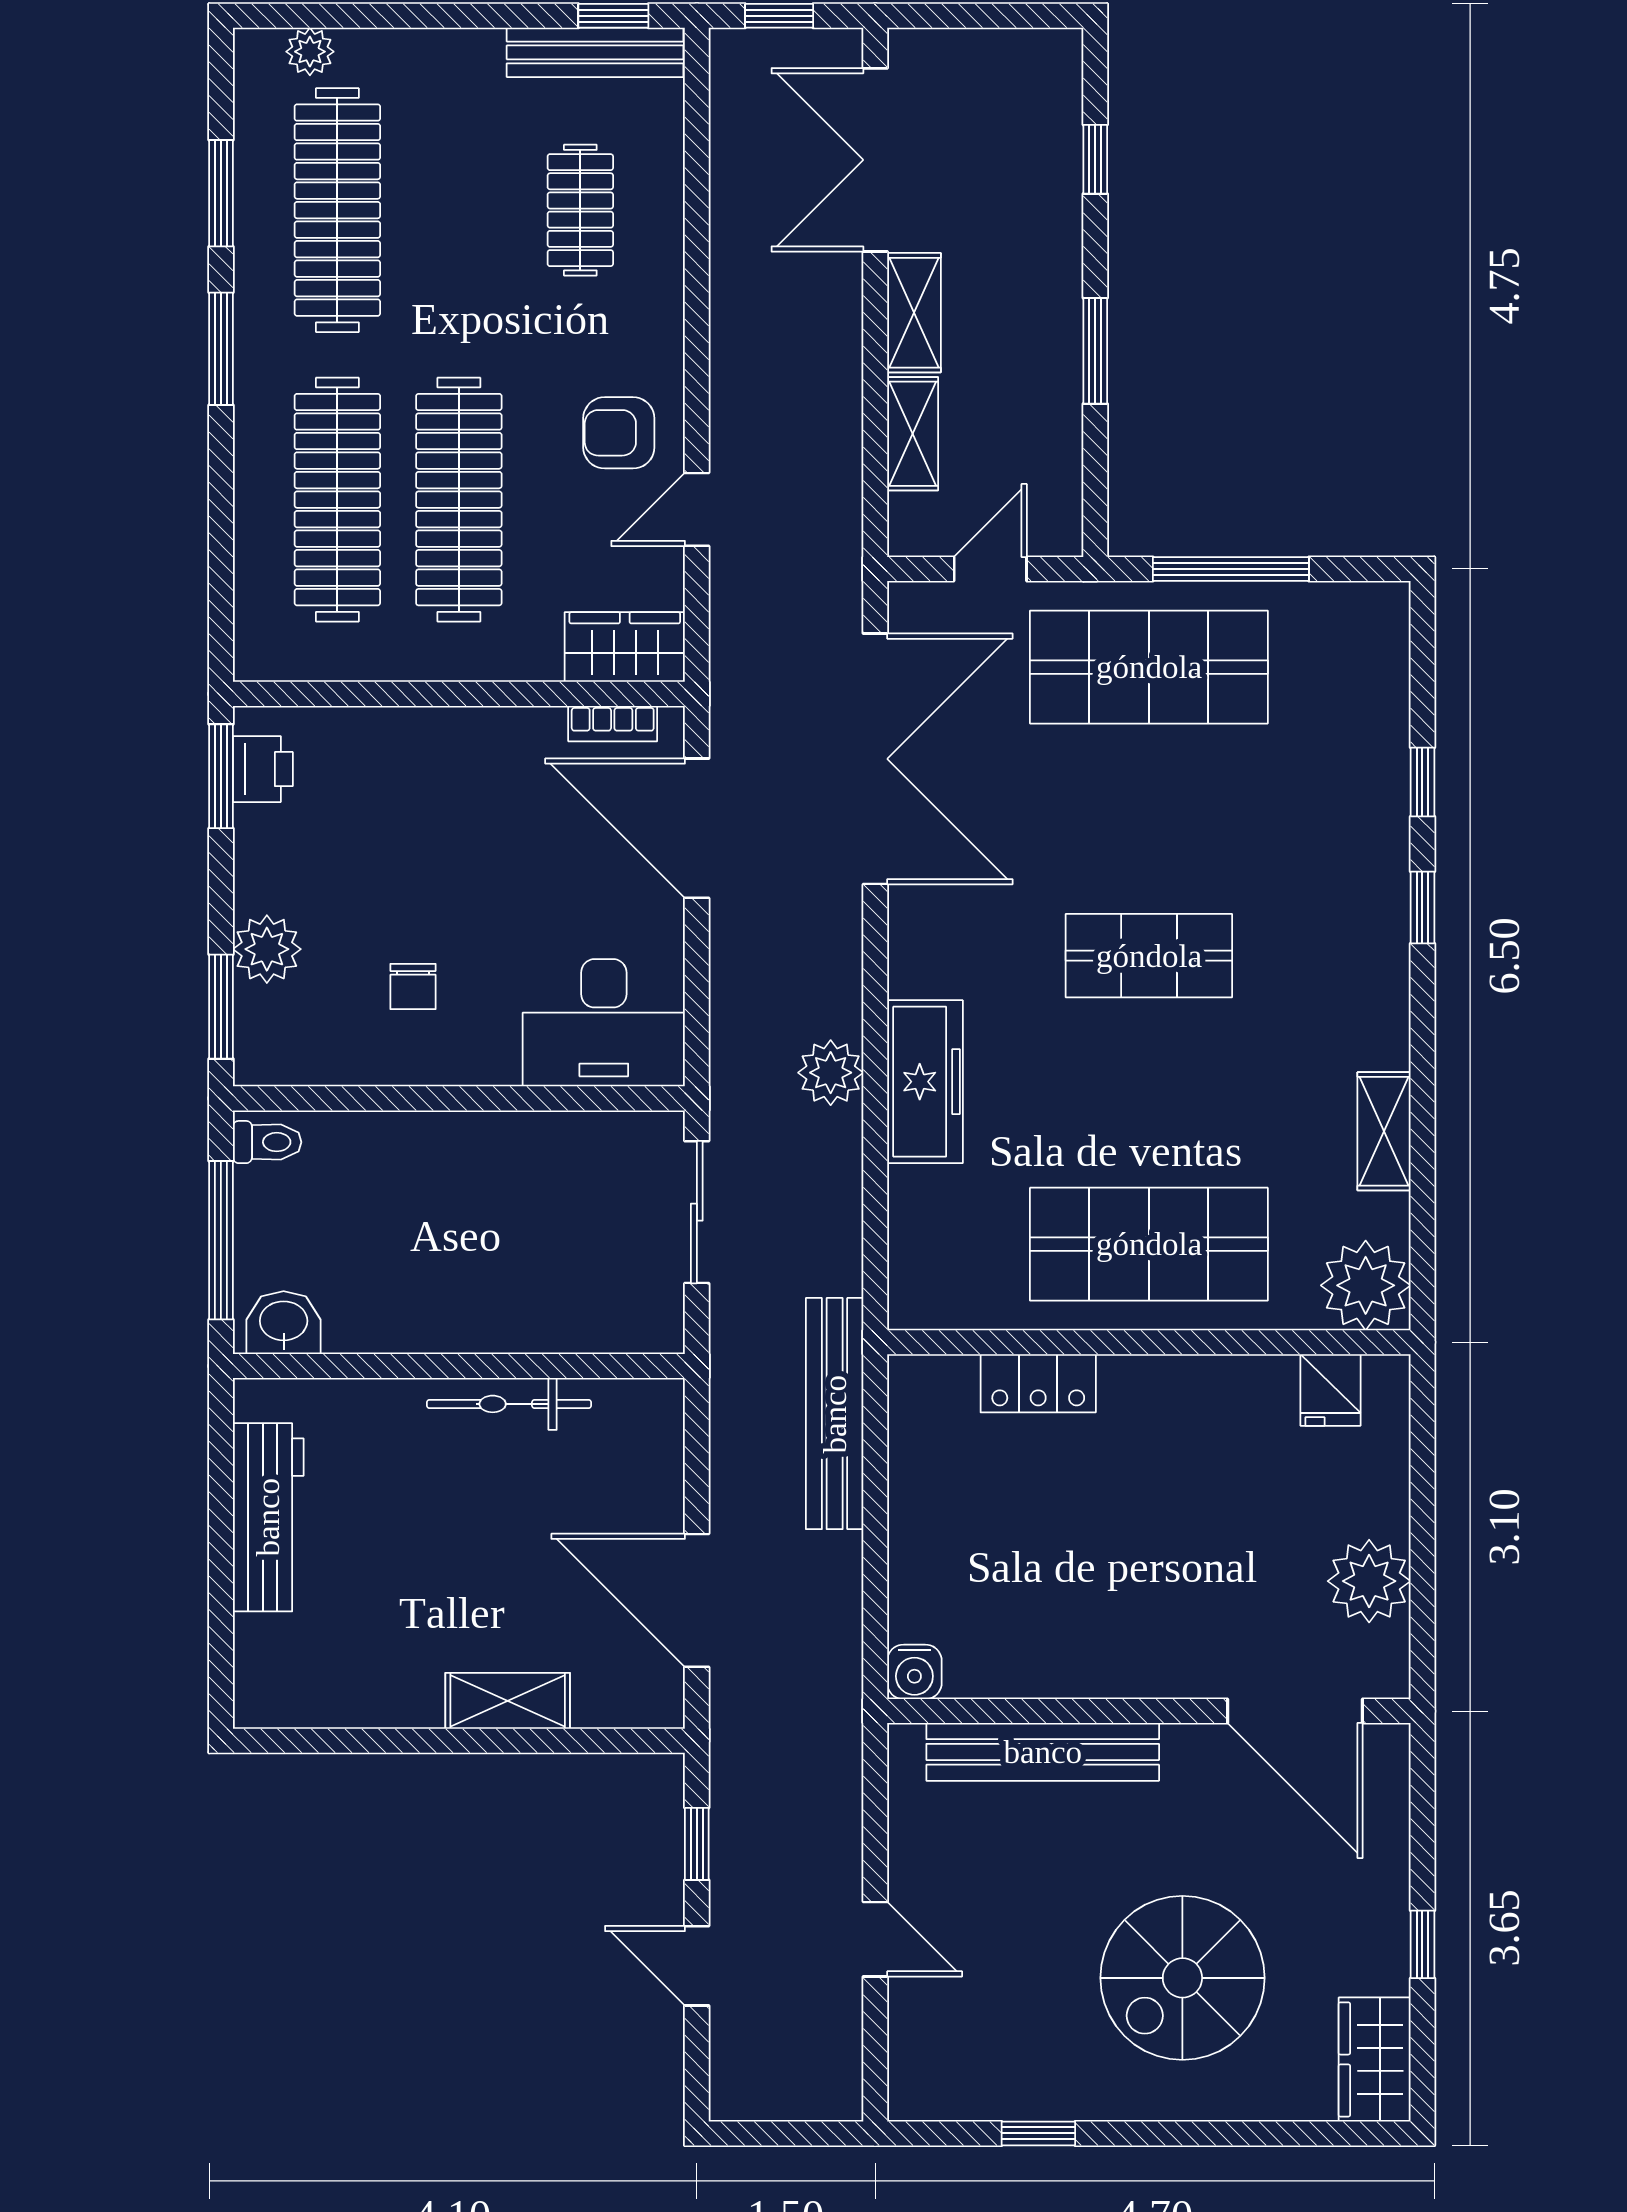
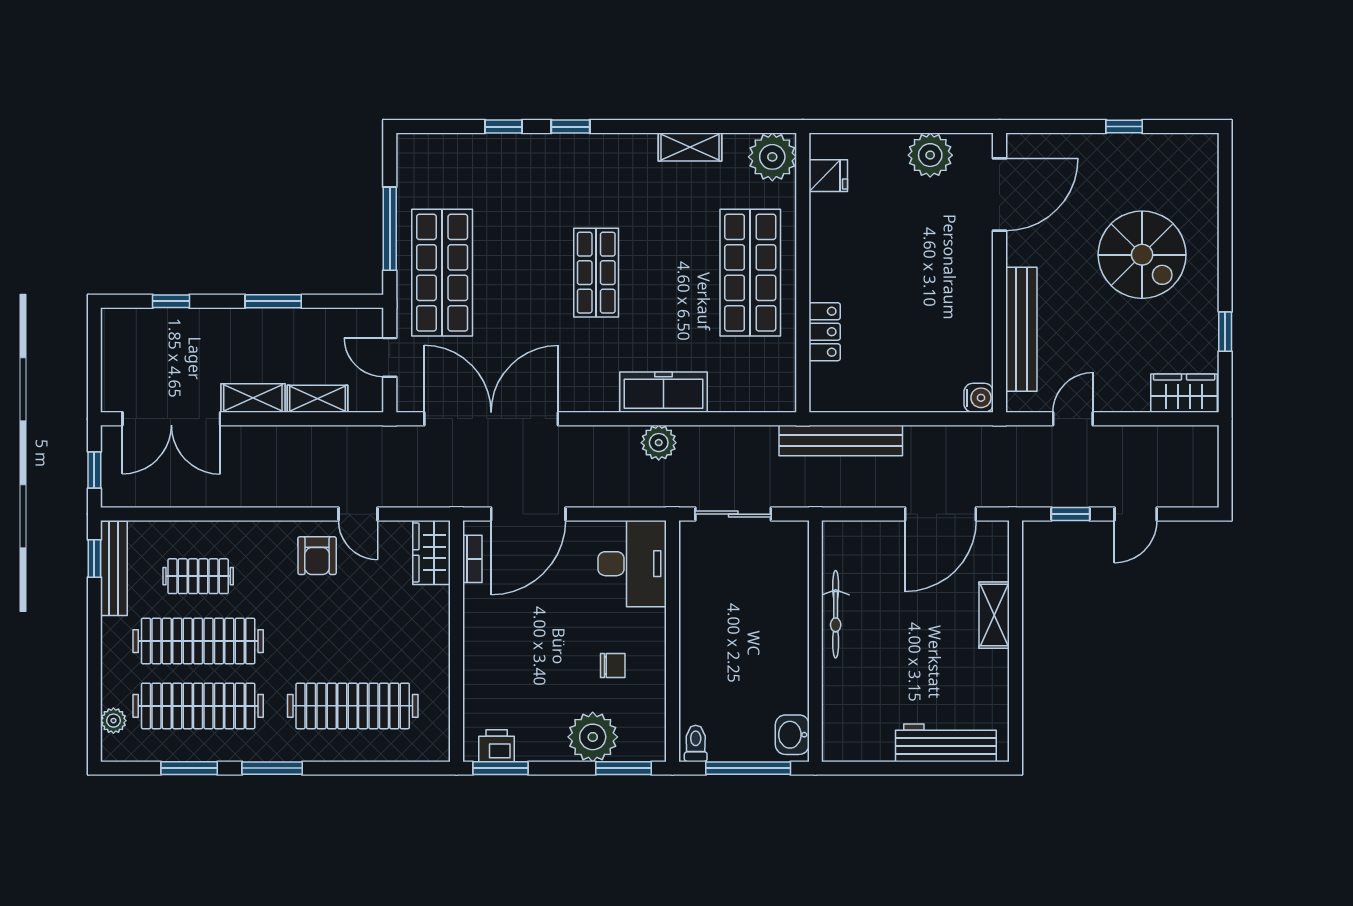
clothes rail: (459, 500) -> (198, 641), moved
plant: (267, 949) -> (593, 737), width x1.36, depth x1.36
workbench: (268, 1517) -> (946, 743), moved
door: (875, 1939) -> (1073, 419), moved
wardrobe: (1375, 2059) -> (1184, 393), moved, turned 180

